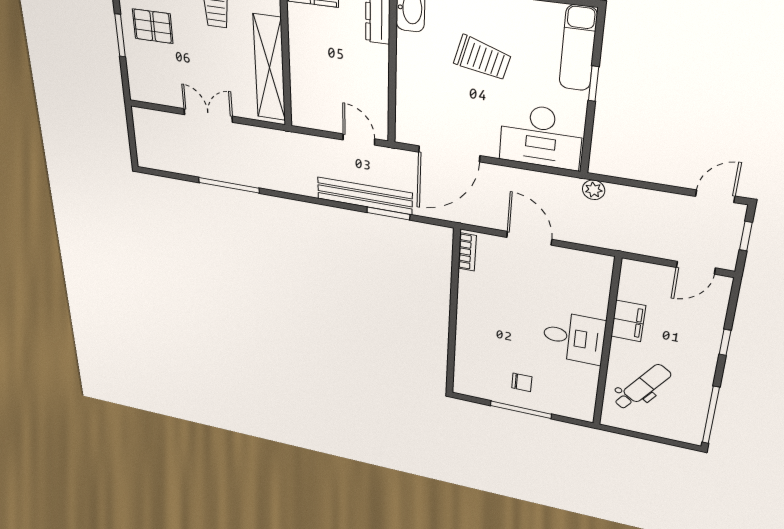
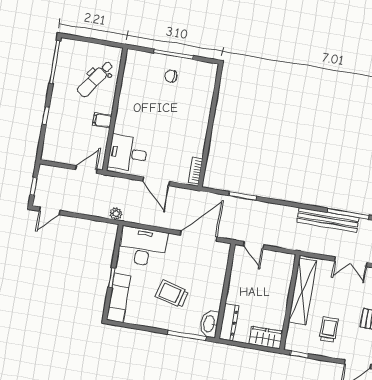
bench: (365, 196) -> (328, 220), moved
door: (696, 268) -> (86, 169), moved
filing cabinet: (628, 321) -> (102, 120), width x0.50
desk: (574, 338) -> (128, 153), moved

